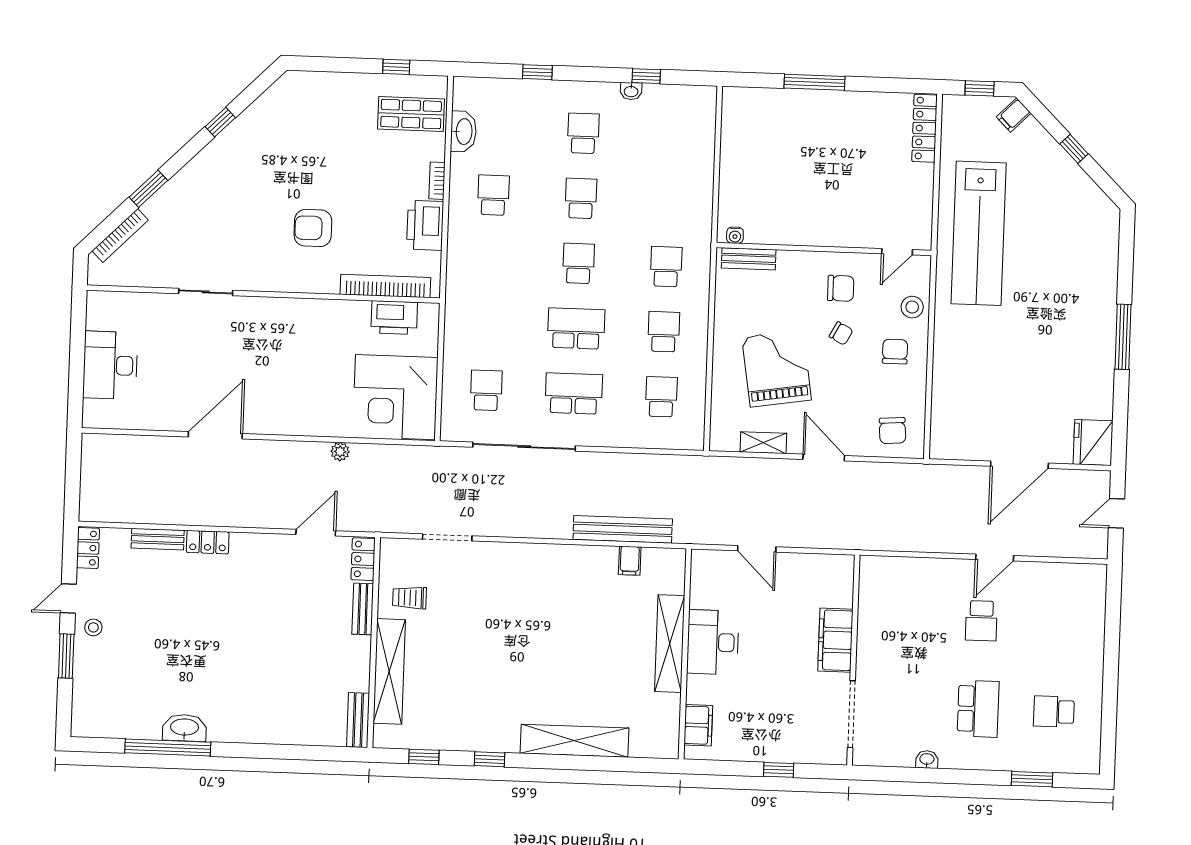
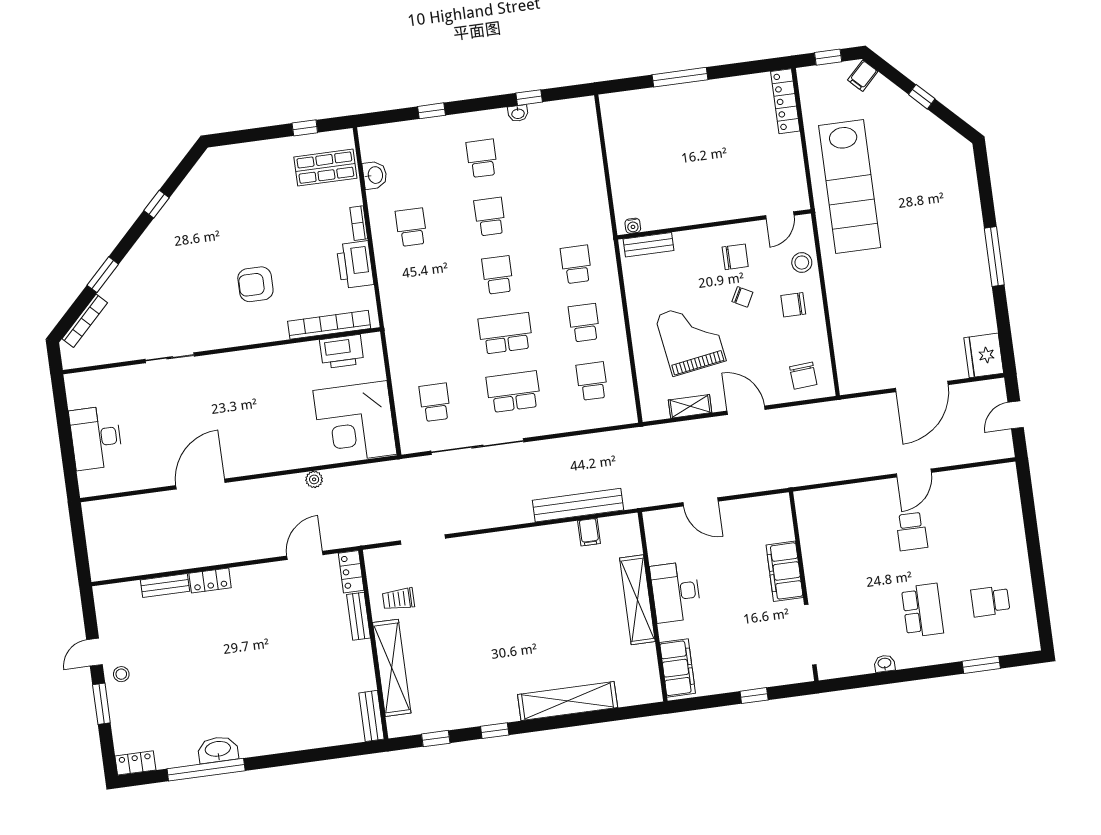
washbasin: (463, 132) -> (375, 175), width x0.72
chair: (895, 351) -> (793, 305), turned -90
locker: (88, 548) -> (135, 763), moved, turned -90
filing cabinet: (698, 725) -> (677, 668), width x1.50, depth x1.17

